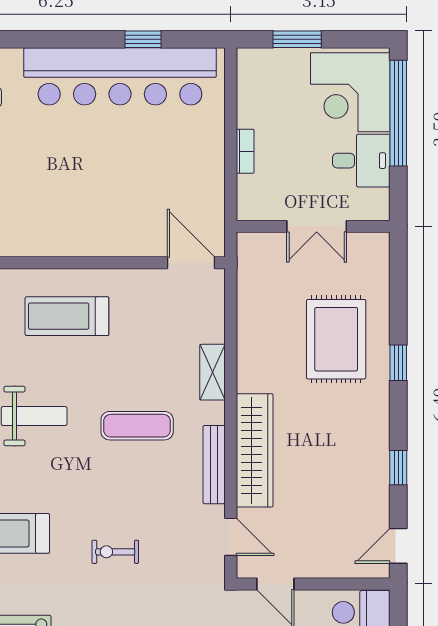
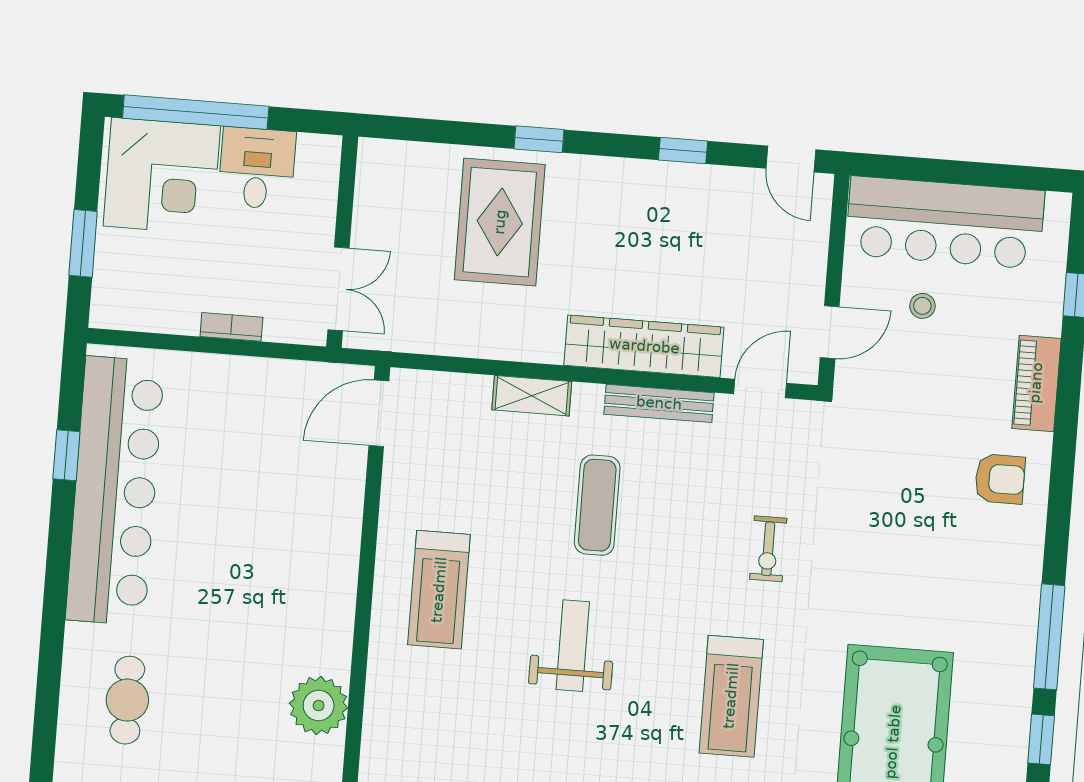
double door: (317, 226) -> (338, 289), moved
rug: (336, 339) -> (500, 222), turned 90

